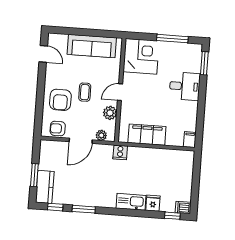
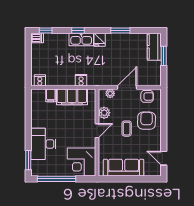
window: (172, 39) -> (57, 179), width x1.46
desk: (185, 86) -> (43, 144), width x1.37
filing cabinet: (190, 140) -> (51, 95), moved
cooker: (120, 152) -> (81, 80), moved
cooker: (184, 157) -> (40, 80), added
fridge: (153, 203) -> (100, 40), moved
window: (55, 207) -> (78, 30), moved

